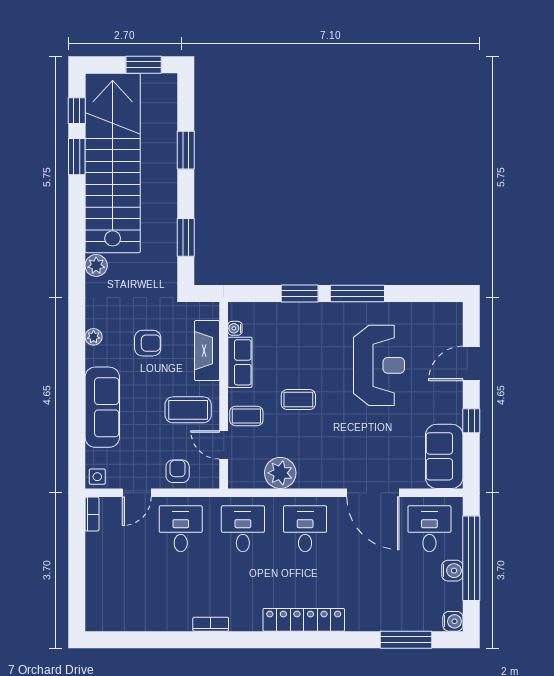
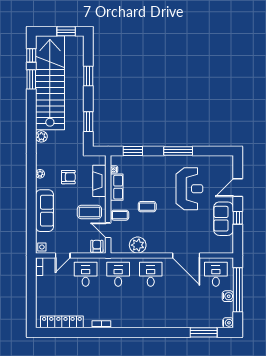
window: (300, 293) -> (133, 151), moved
sofa: (444, 456) -> (224, 219), moved
armchair: (178, 471) -> (97, 246), moved
locker: (304, 620) -> (62, 322), moved

